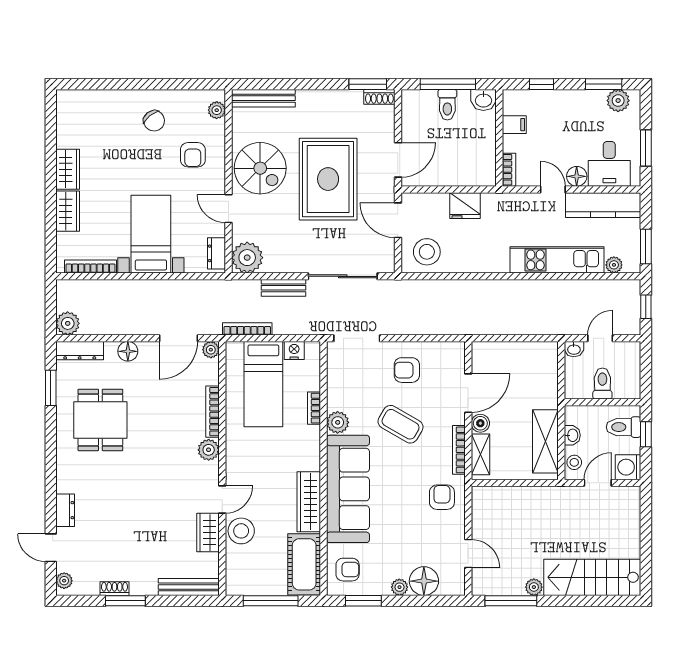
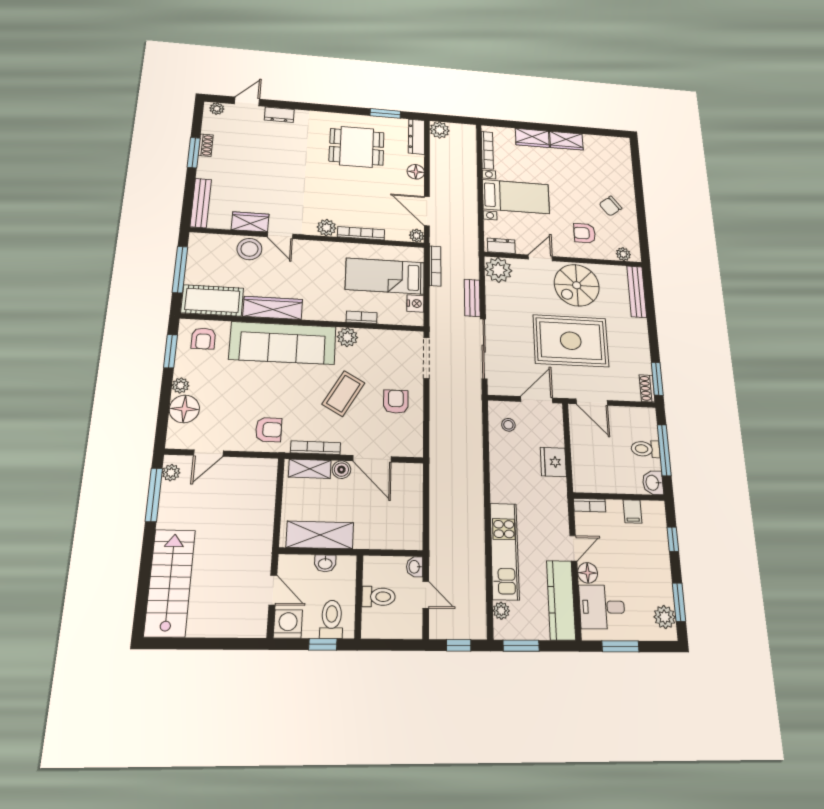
stool: (427, 252) -> (508, 425), width x0.53, depth x0.53
stool: (574, 462) -> (296, 565), removed
plant: (534, 587) -> (171, 473), moved

